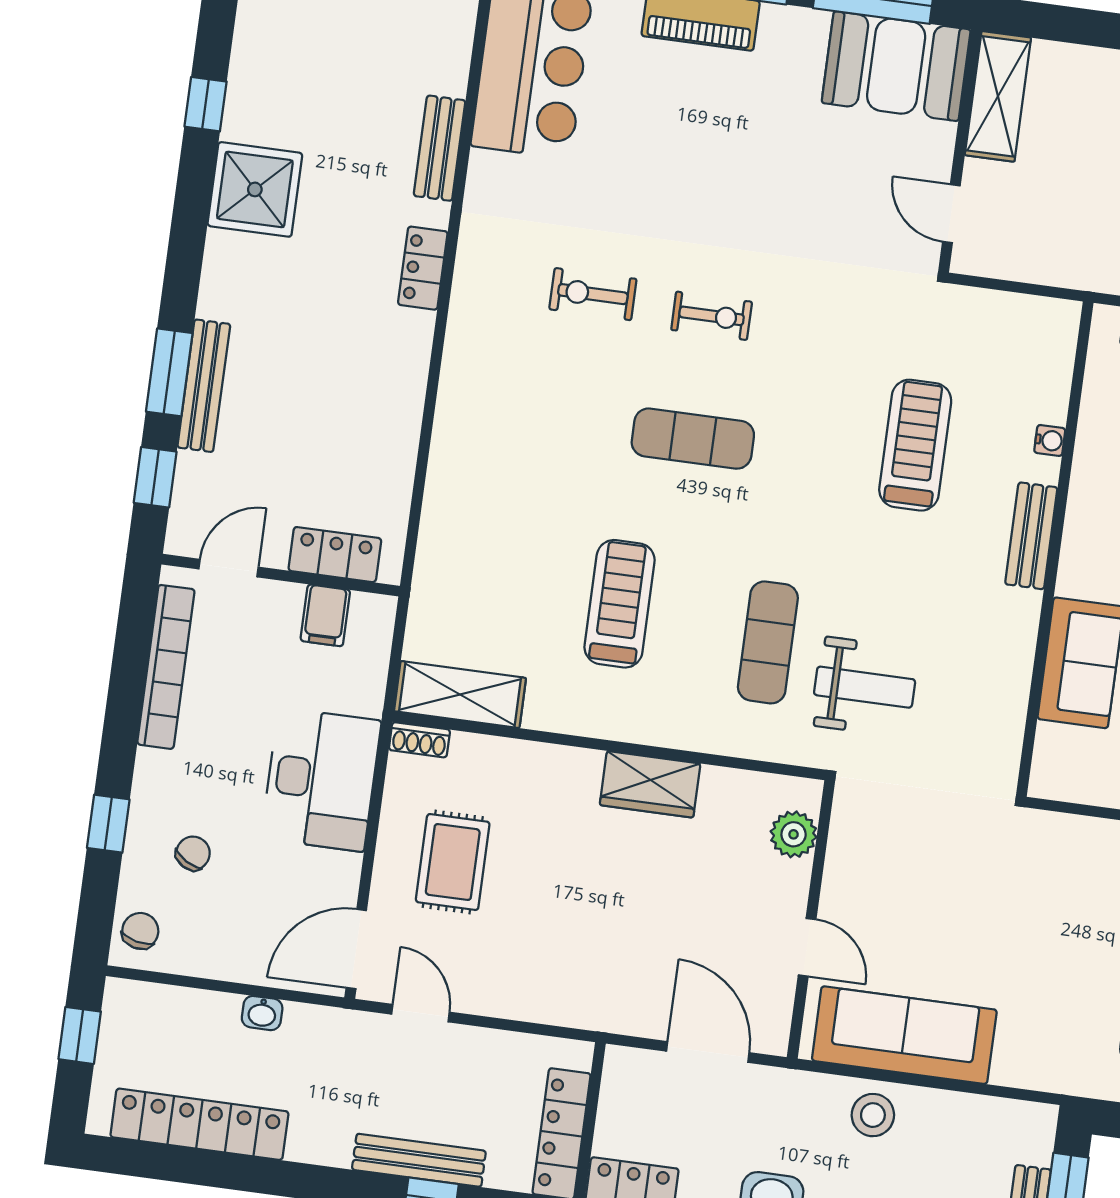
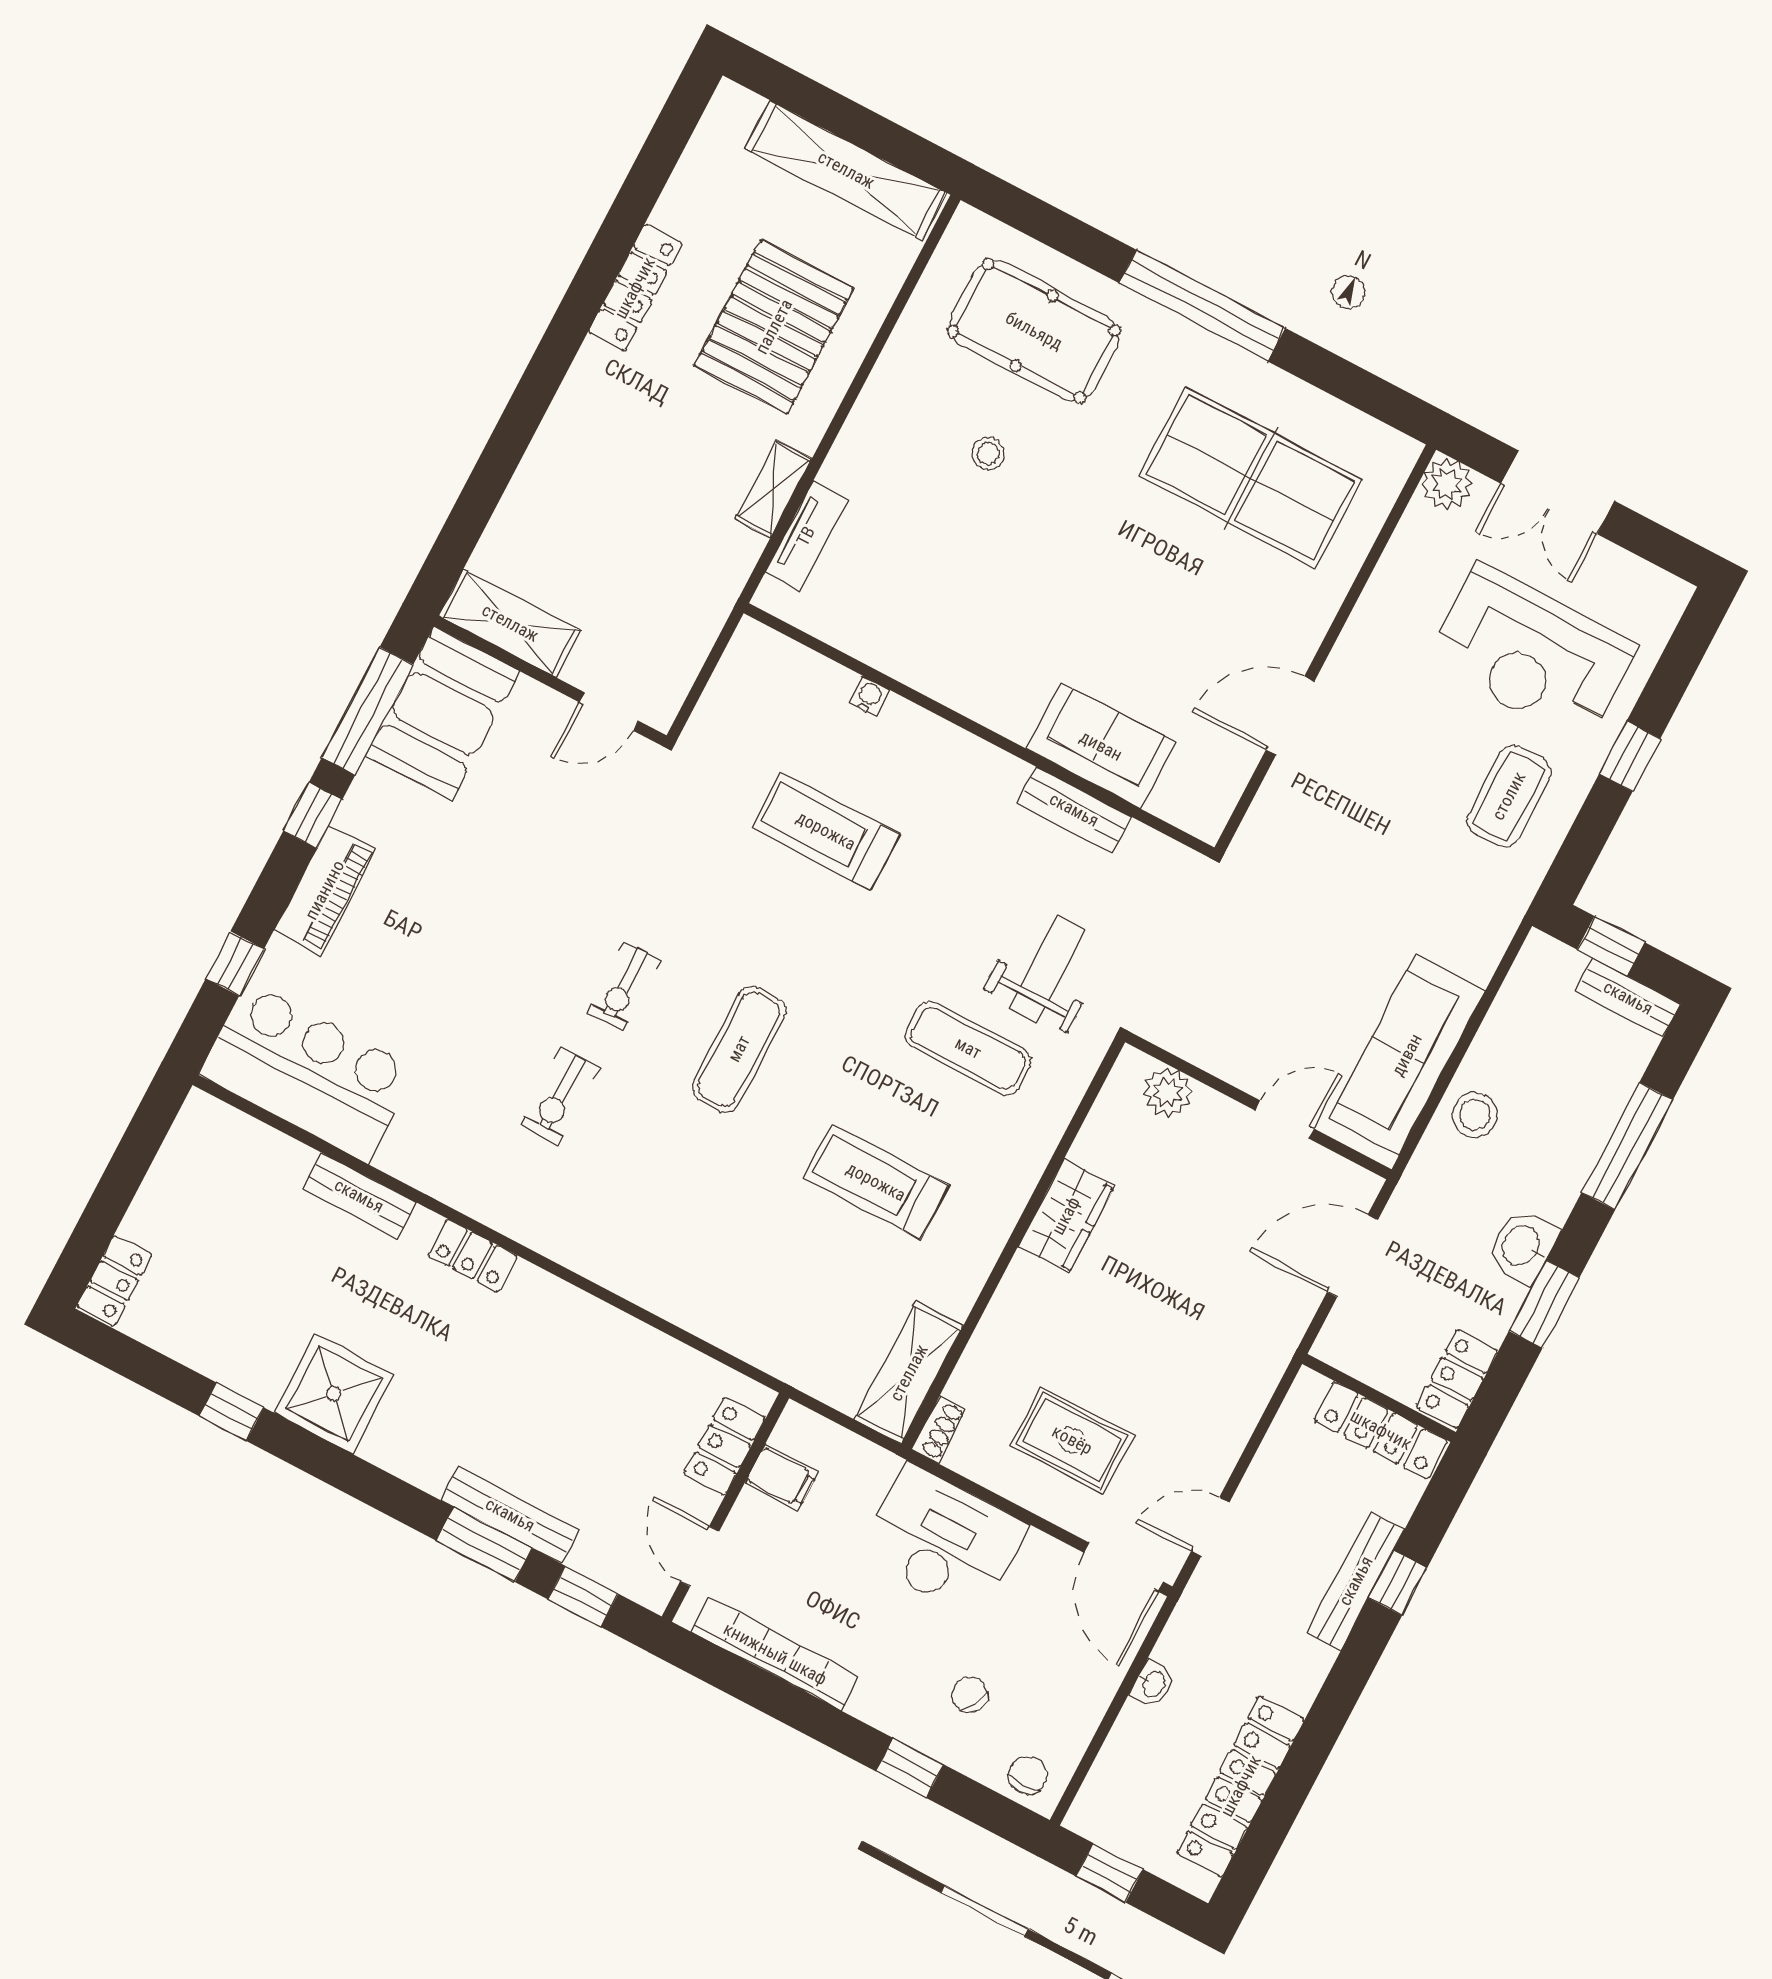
exercise bike: (712, 316) -> (624, 986), turned 180
bench: (1031, 536) -> (1074, 810), moved
chair: (140, 931) -> (1028, 1775), turned 77

